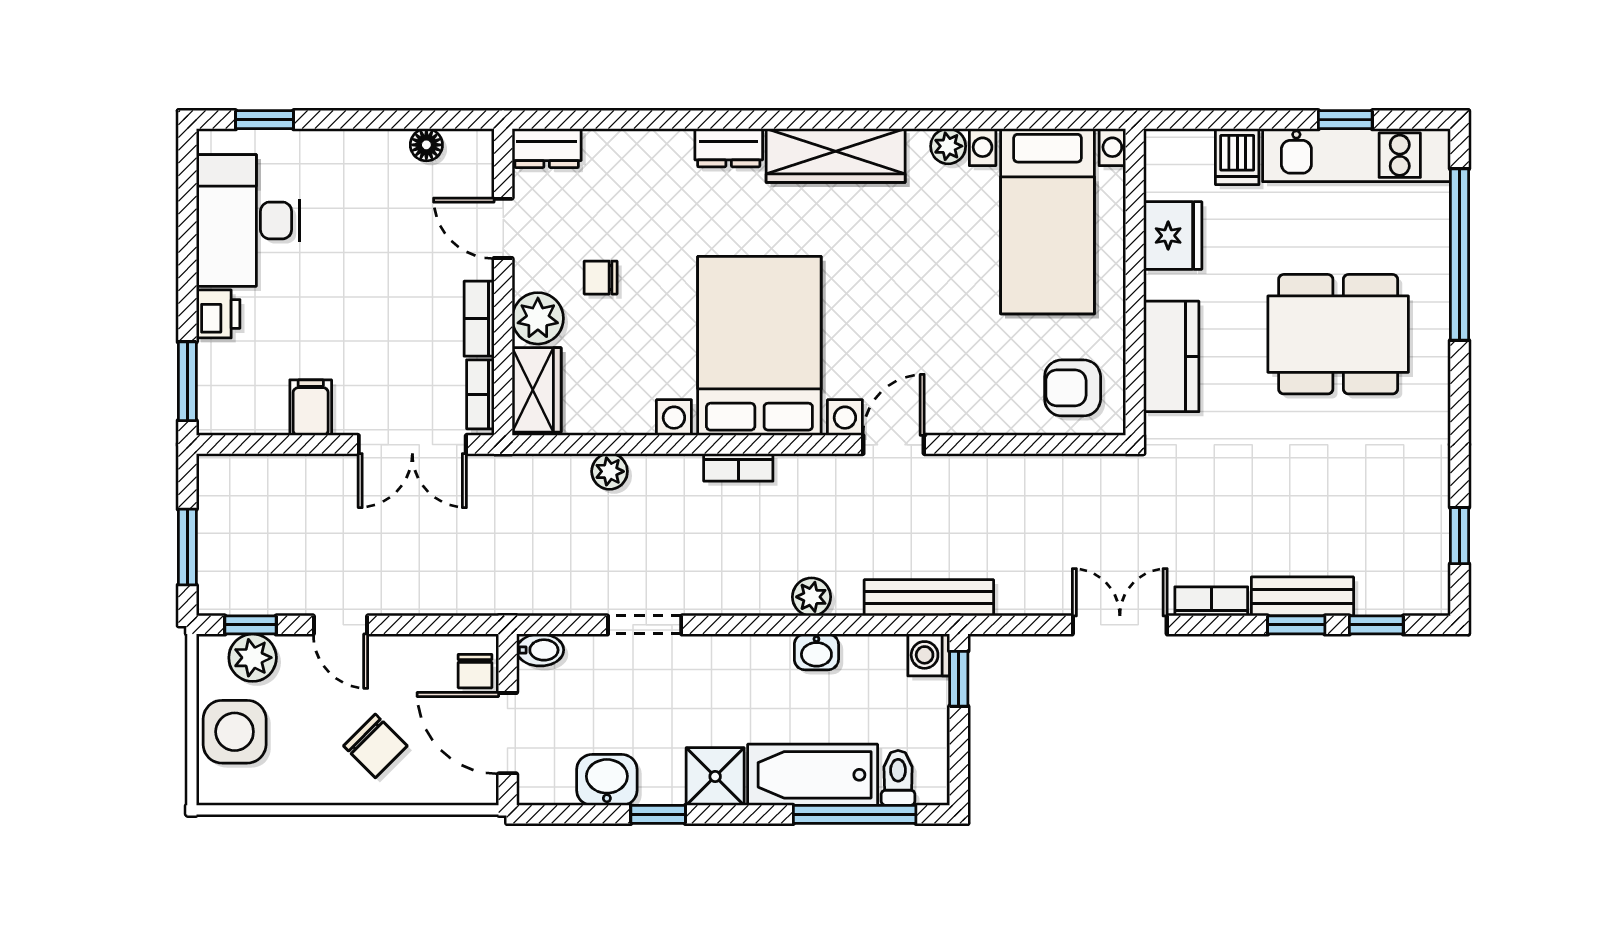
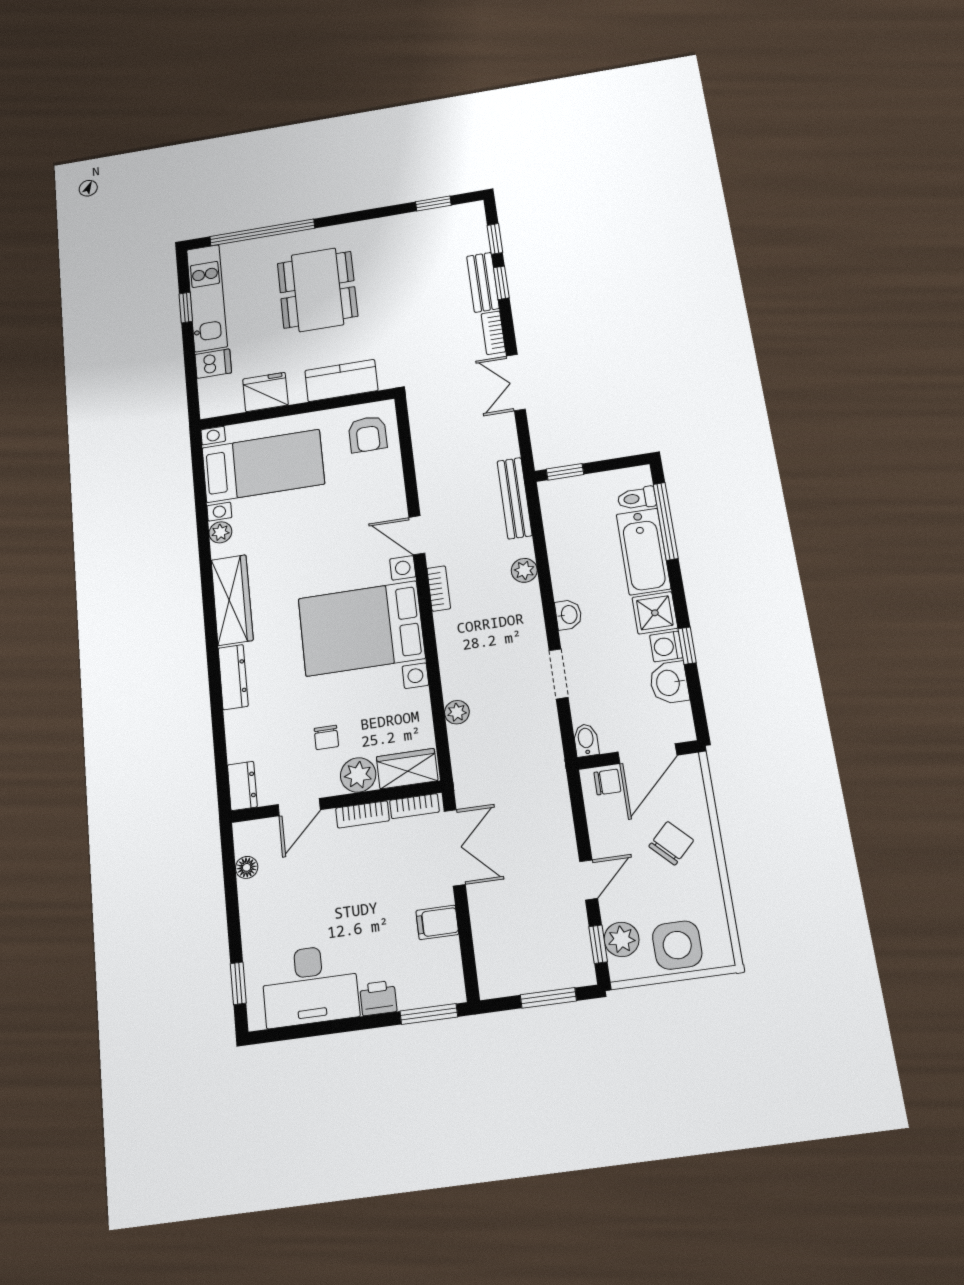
dresser: (729, 148) -> (233, 677), width x1.44
bookcase: (738, 467) -> (439, 588), moved
washbasin: (816, 652) -> (568, 615), moved
washing machine: (929, 655) -> (666, 646), moved, turned 90

